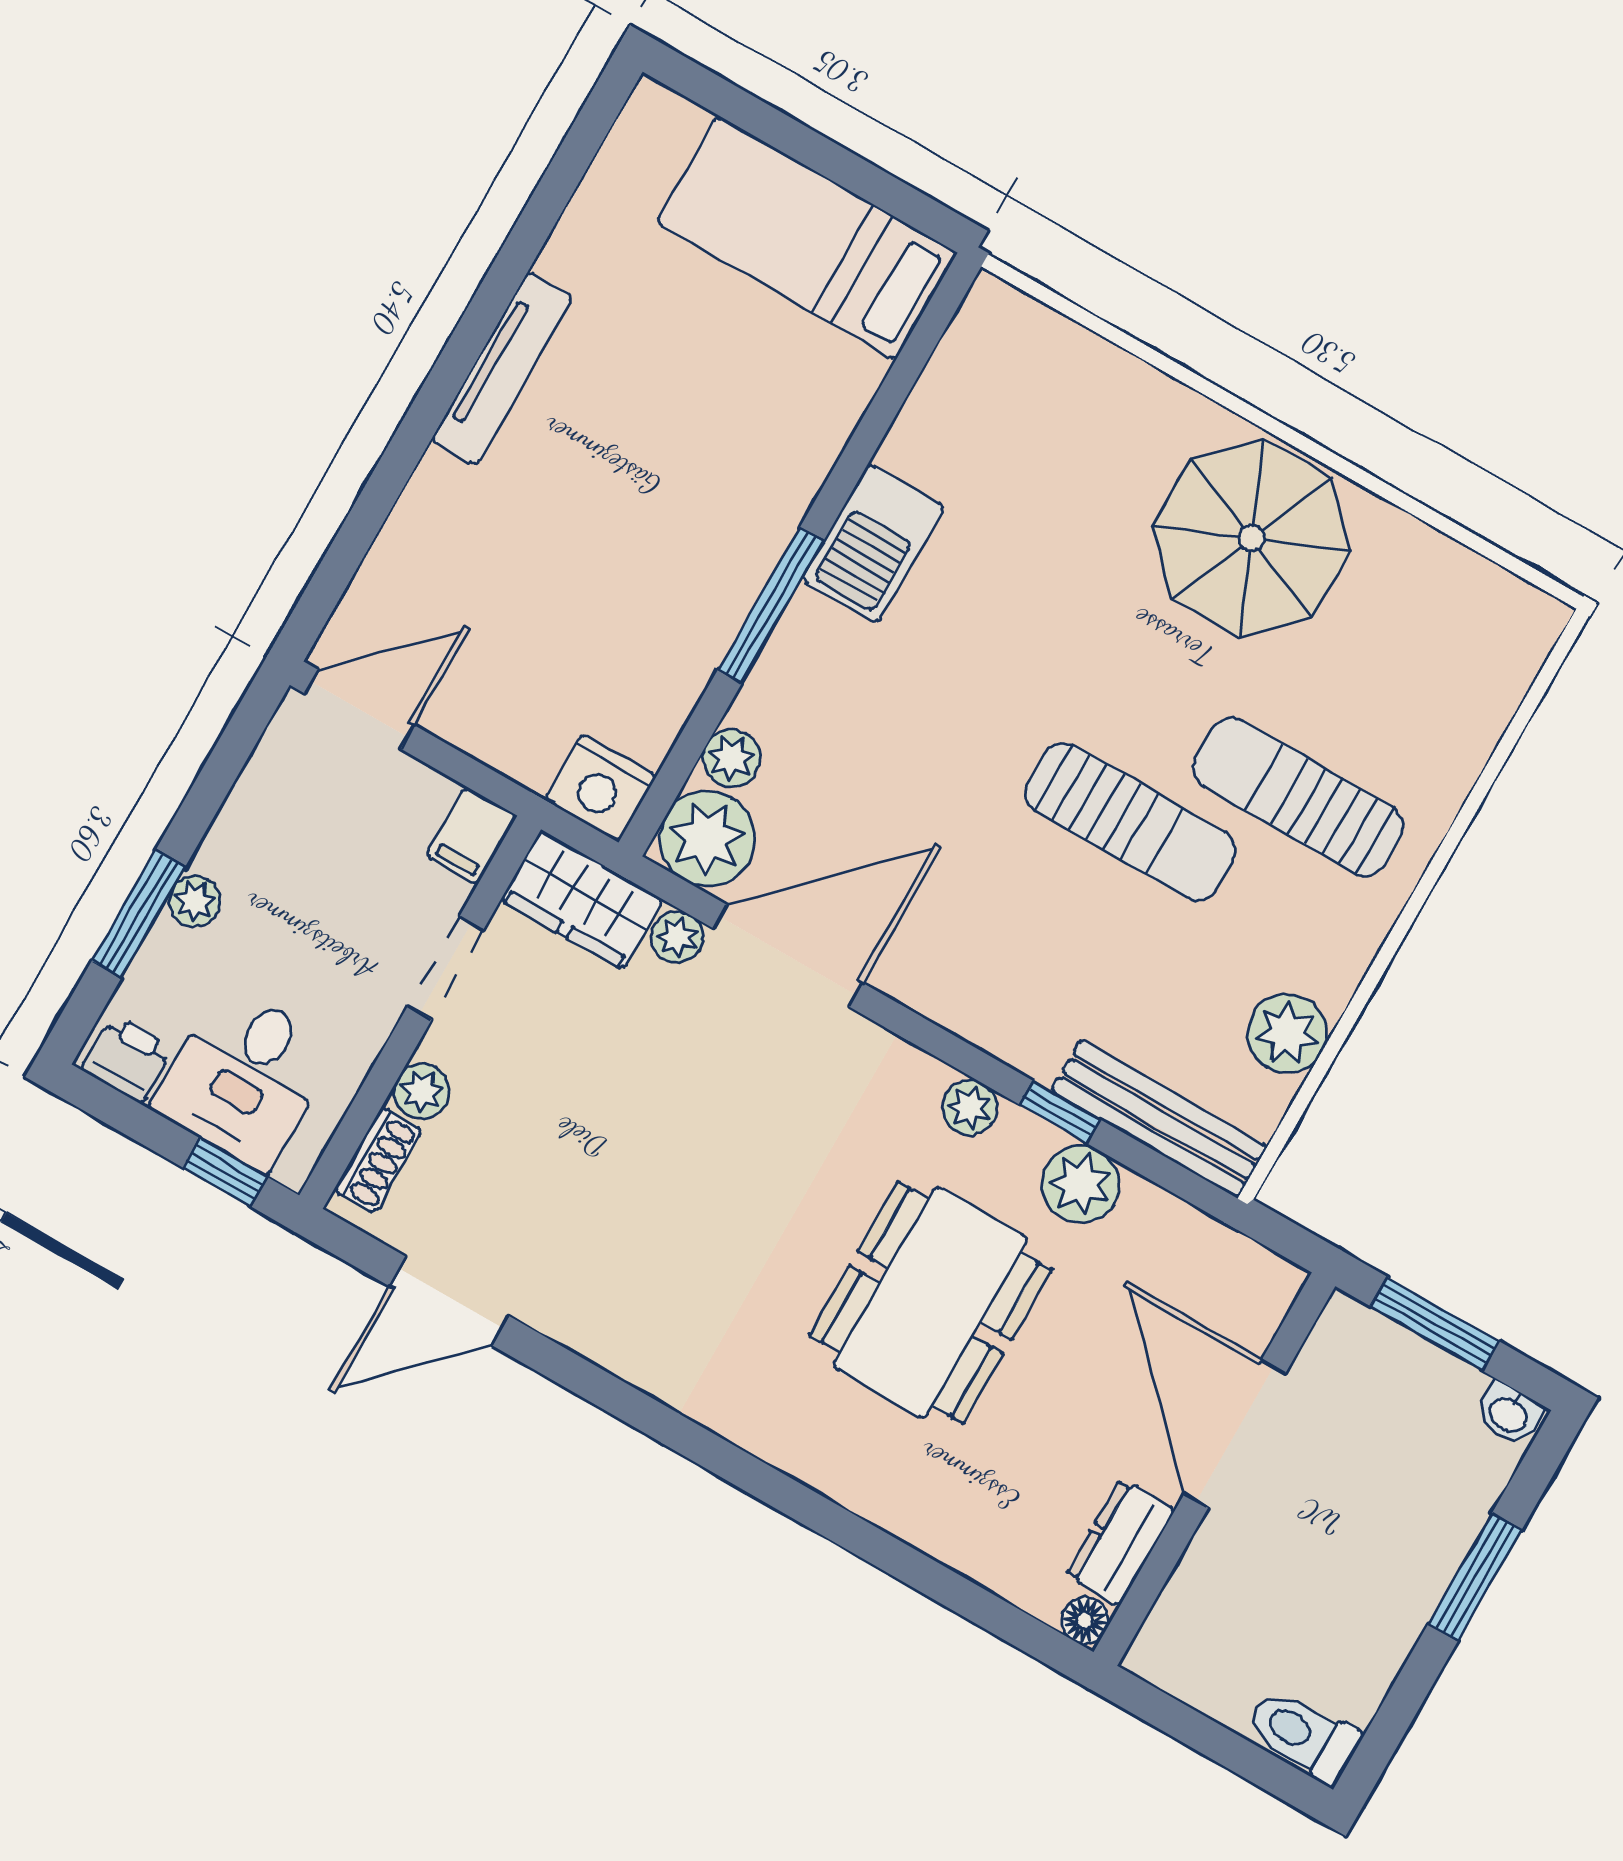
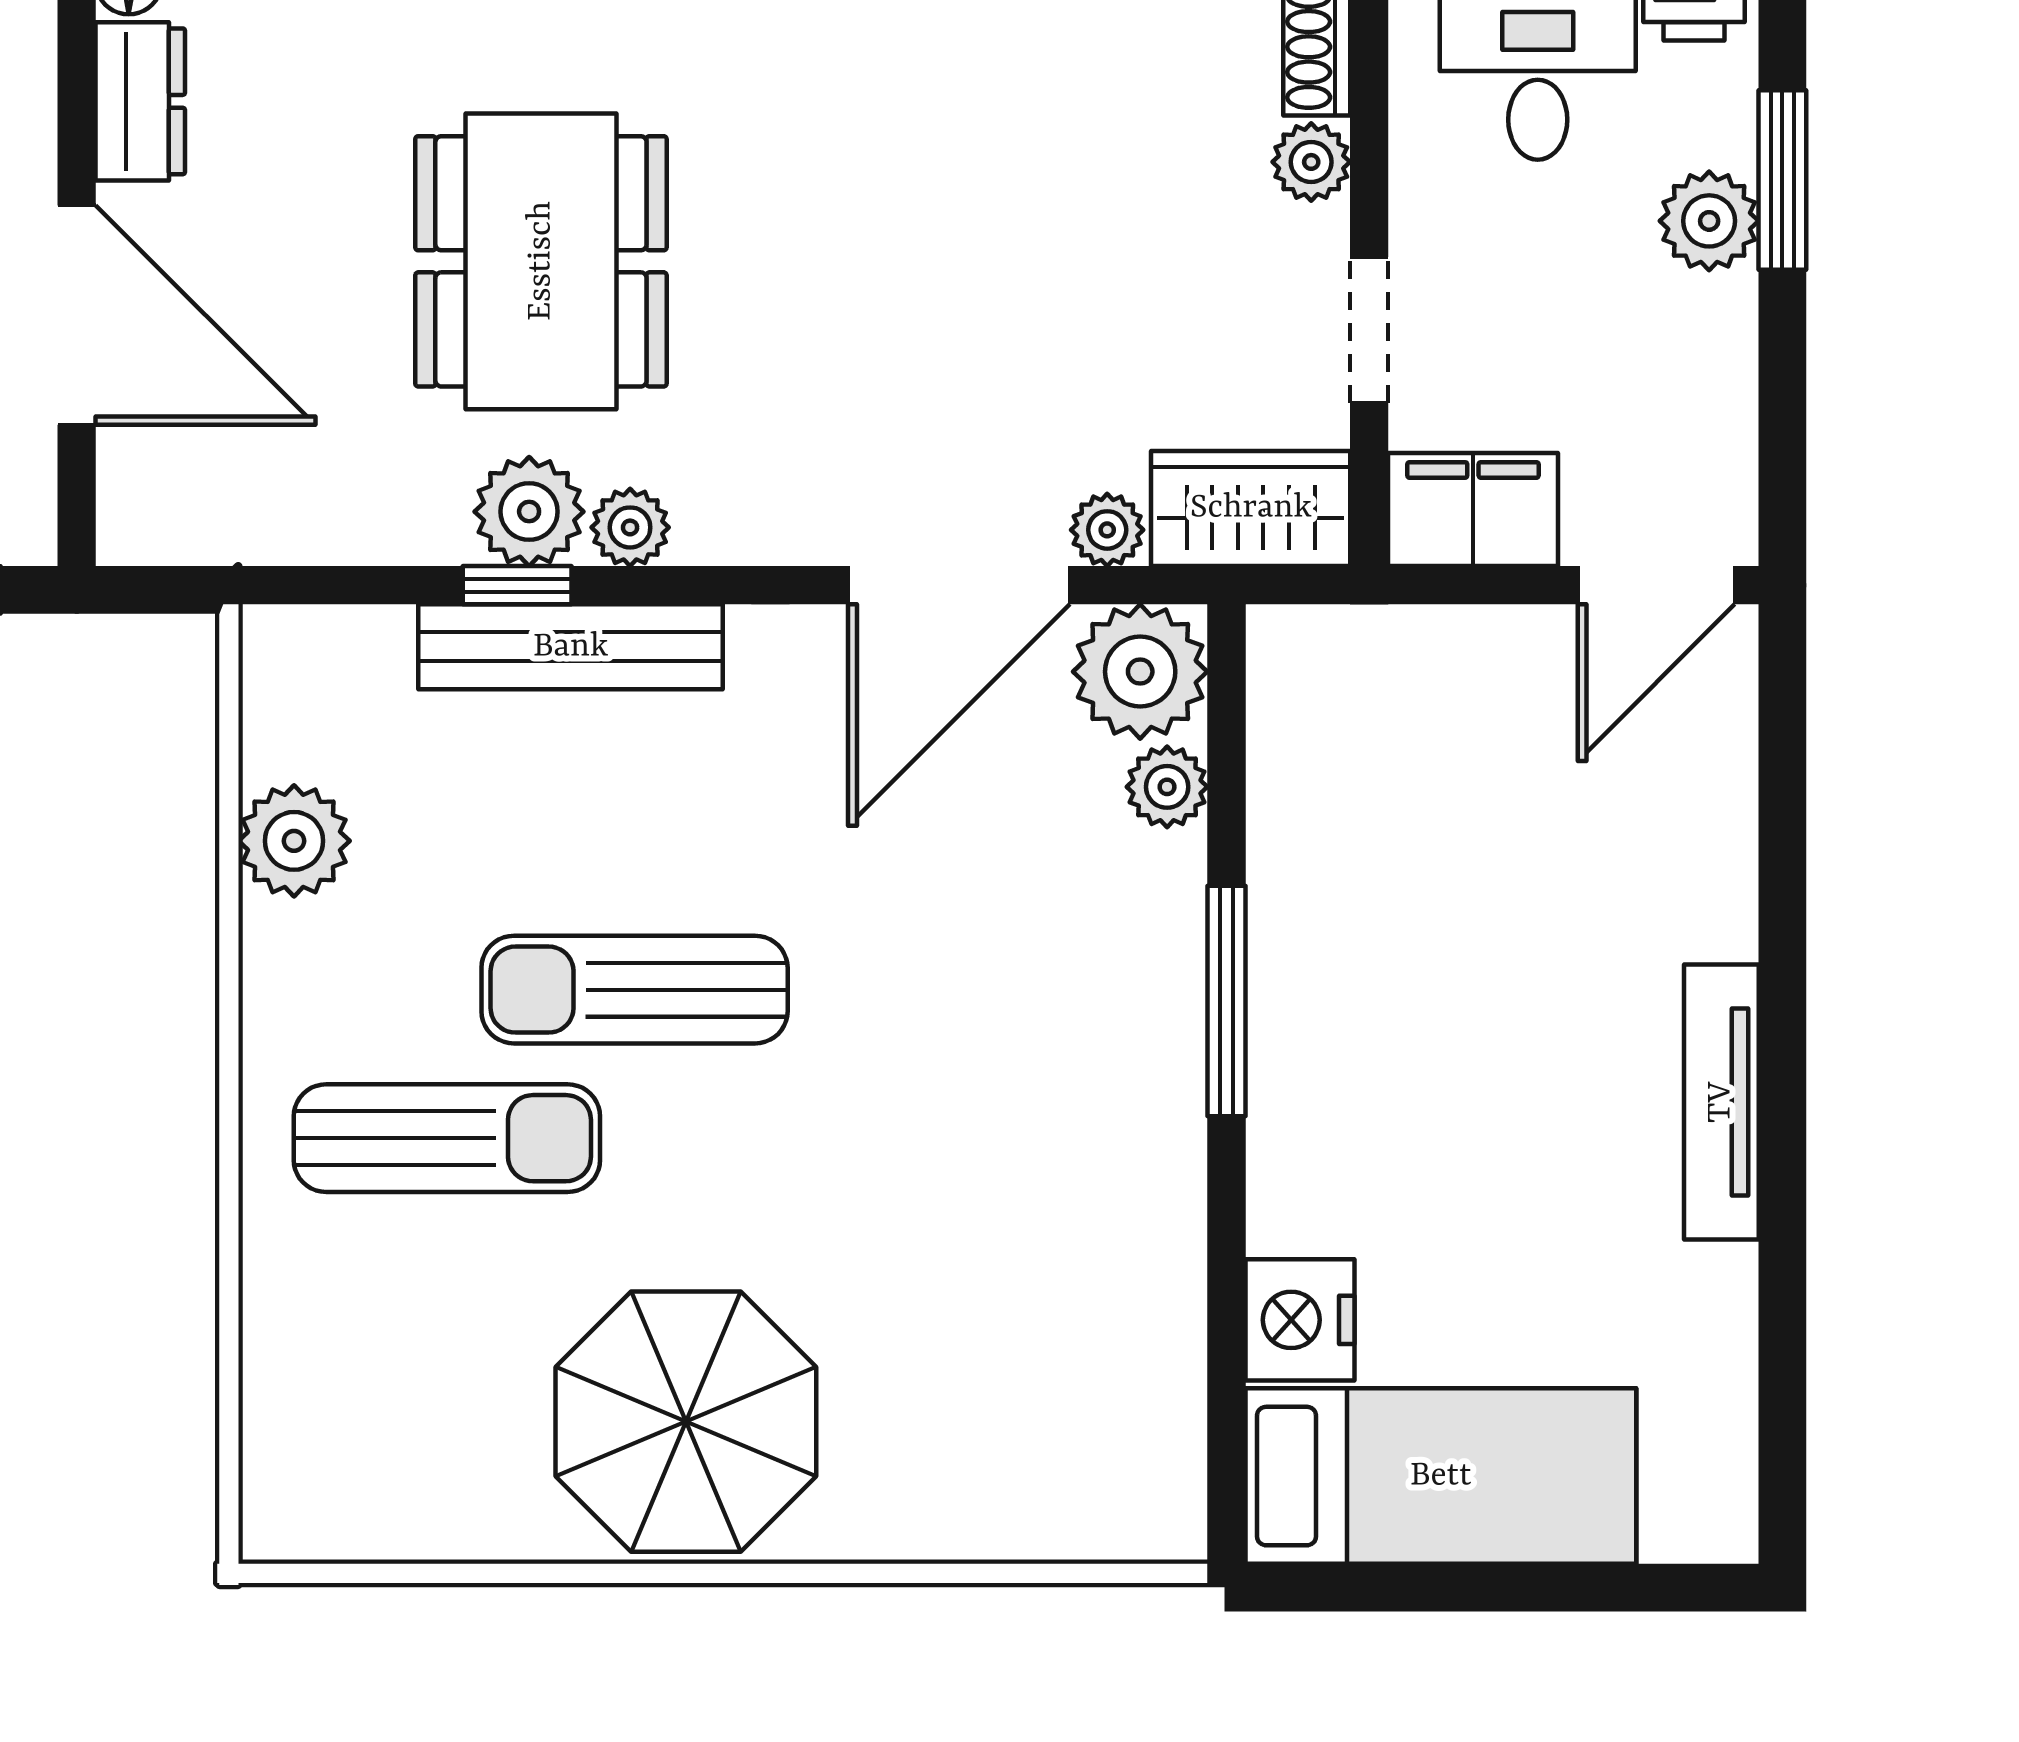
barbecue: (873, 543) -> (1145, 1149), removed
nightstand: (601, 788) -> (1300, 1320), moved, turned -90
filing cabinet: (471, 836) -> (1473, 510), width x2.00
plant: (195, 901) -> (1709, 221), width x1.38, depth x1.38
bench: (1159, 1119) -> (571, 647), moved
plant: (1081, 1184) -> (529, 512), moved

